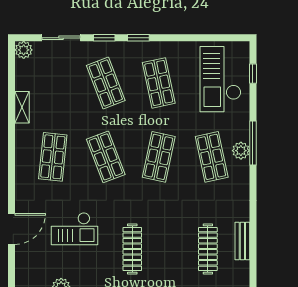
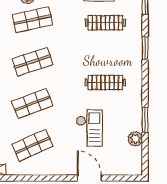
shop shelf: (53, 157) -> (32, 145), turned -30
shop shelf: (159, 157) -> (32, 62), turned -30

